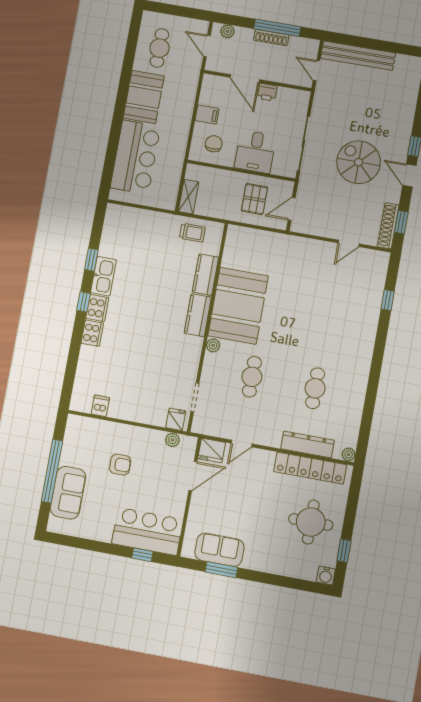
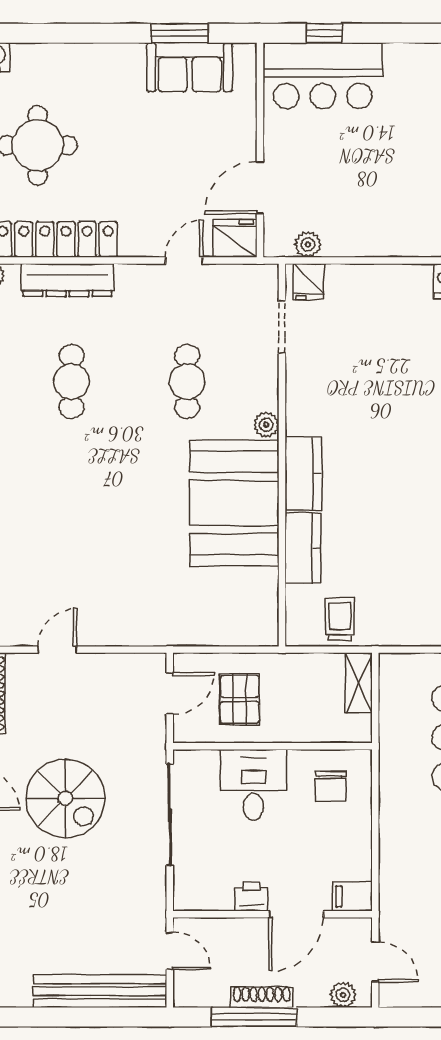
door: (245, 79) -> (296, 914), swing flipped
filing cabinet: (207, 115) -> (352, 896), moved
trolley: (192, 233) -> (340, 619), turned 90
armchair: (120, 465) -> (393, 184), removed

